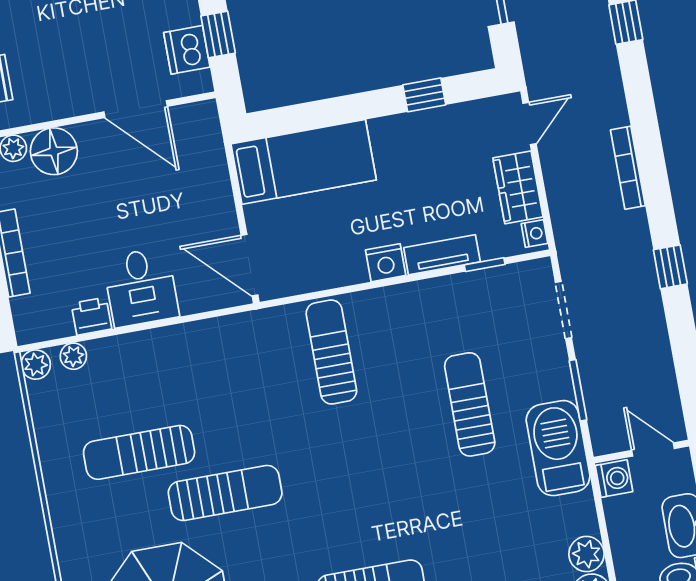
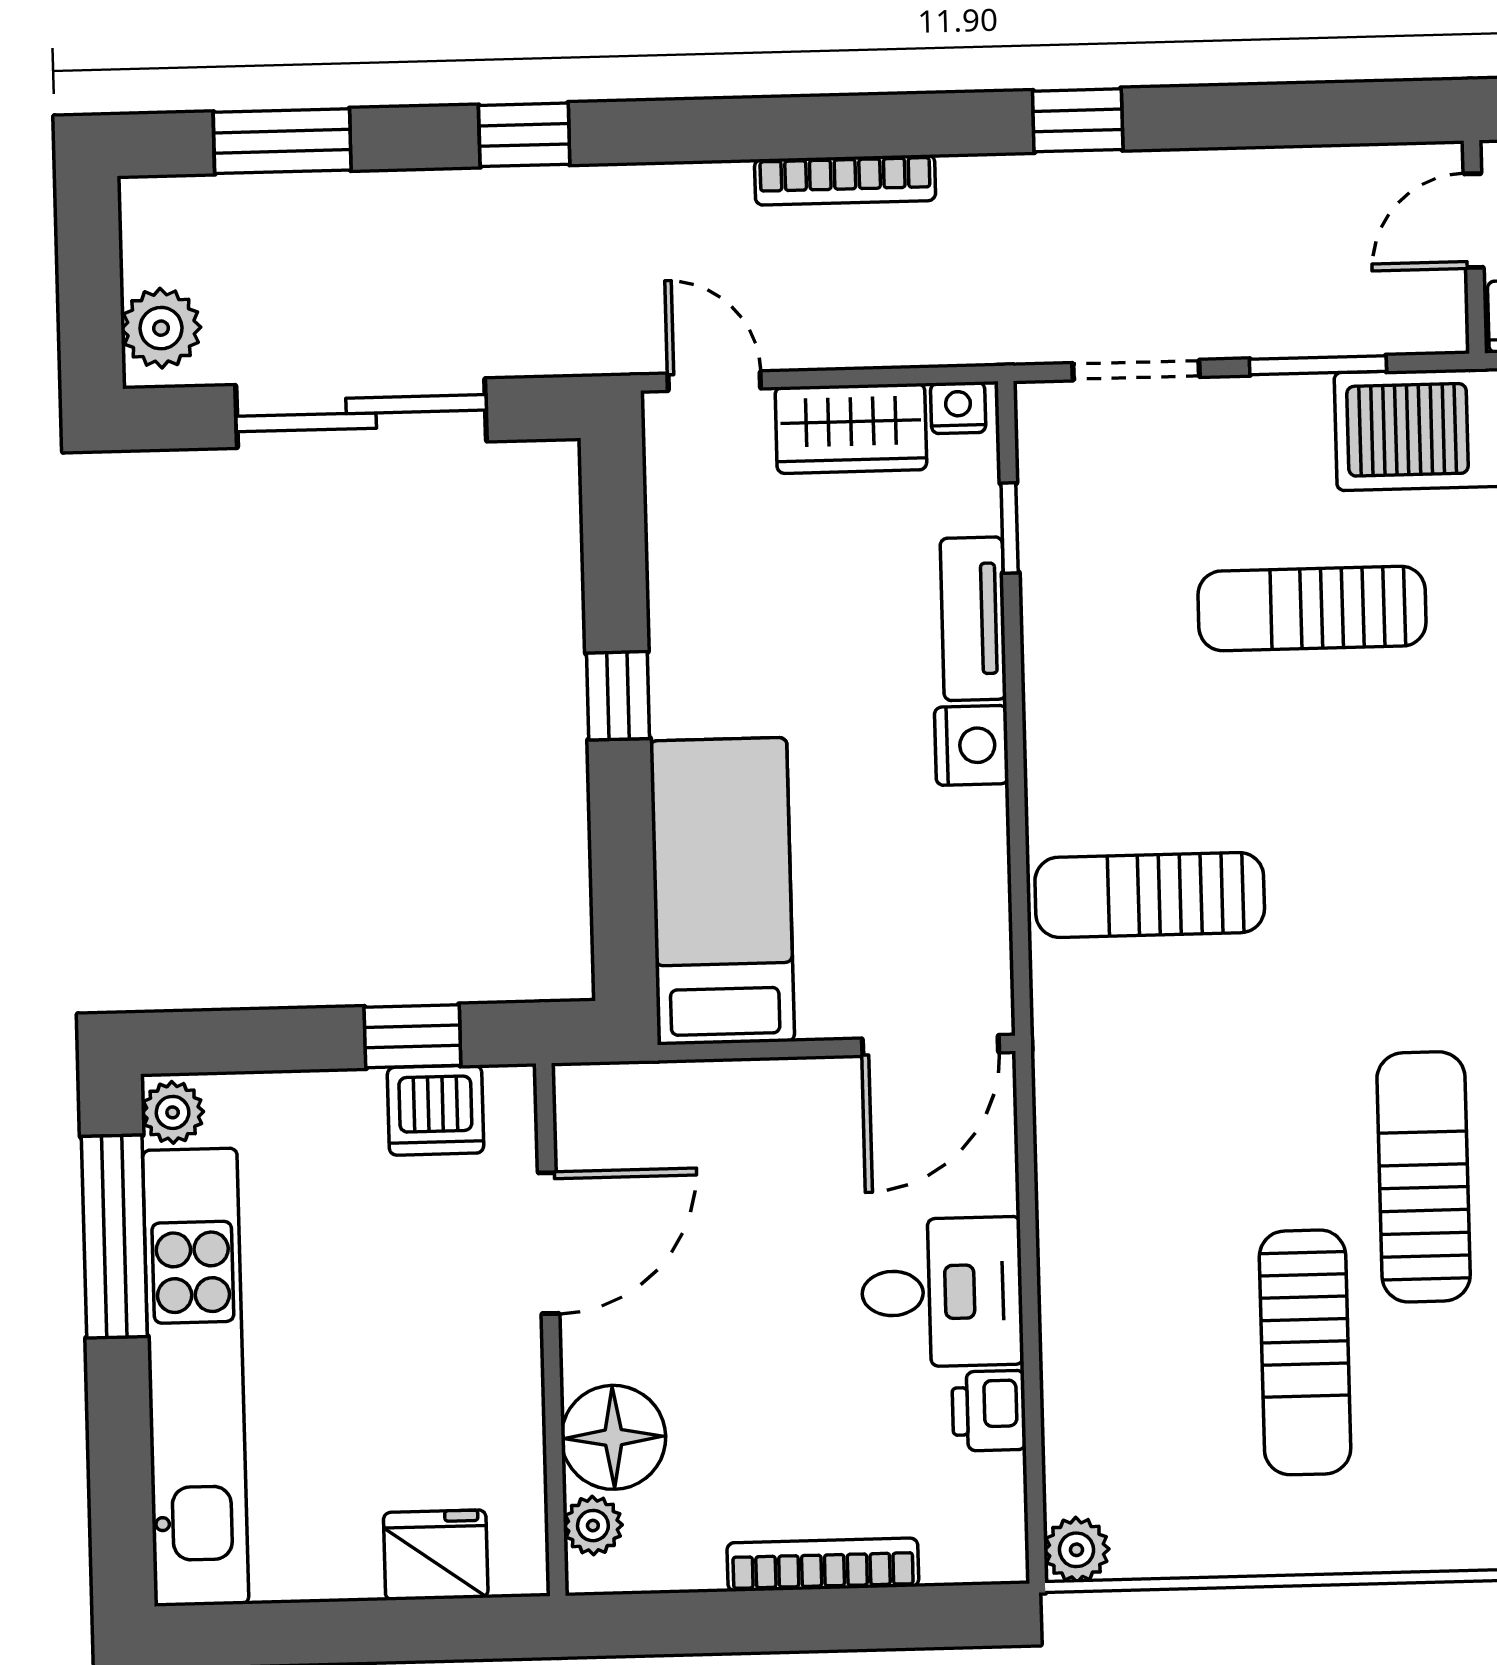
window: (424, 95) -> (618, 696), moved
plant: (73, 356) -> (1071, 1464), removed

